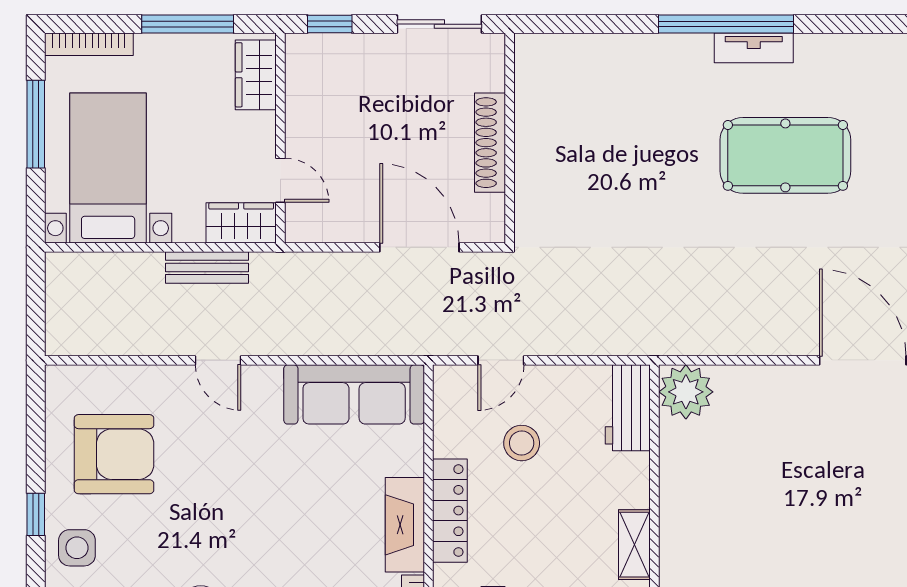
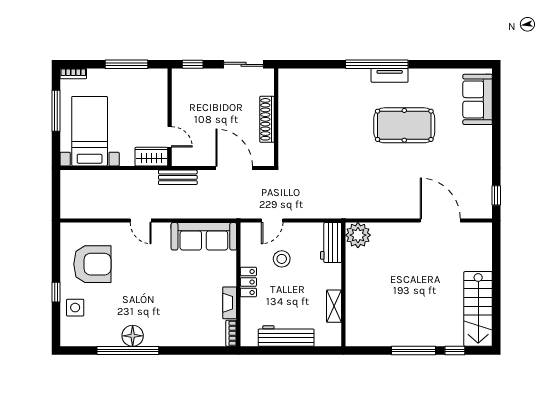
bookcase: (89, 44) -> (73, 74), width x0.64
wardrobe: (256, 75) -> (158, 88), removed
bench: (207, 267) -> (178, 177), moved
locker: (450, 511) -> (248, 282), width x0.66
fireplace: (405, 525) -> (230, 303), width x0.73, depth x0.76

